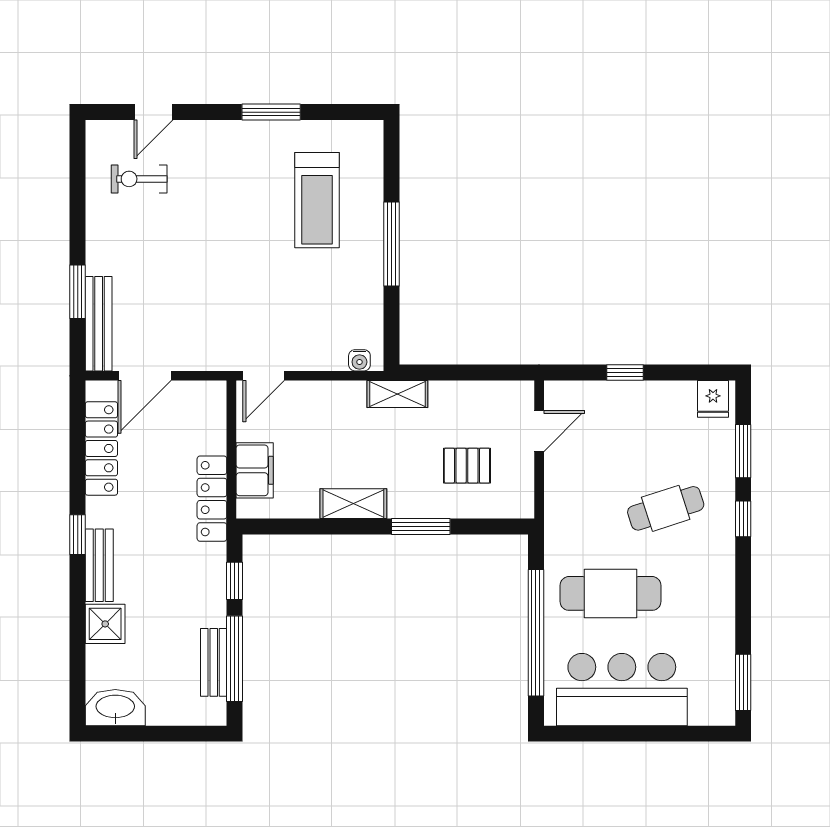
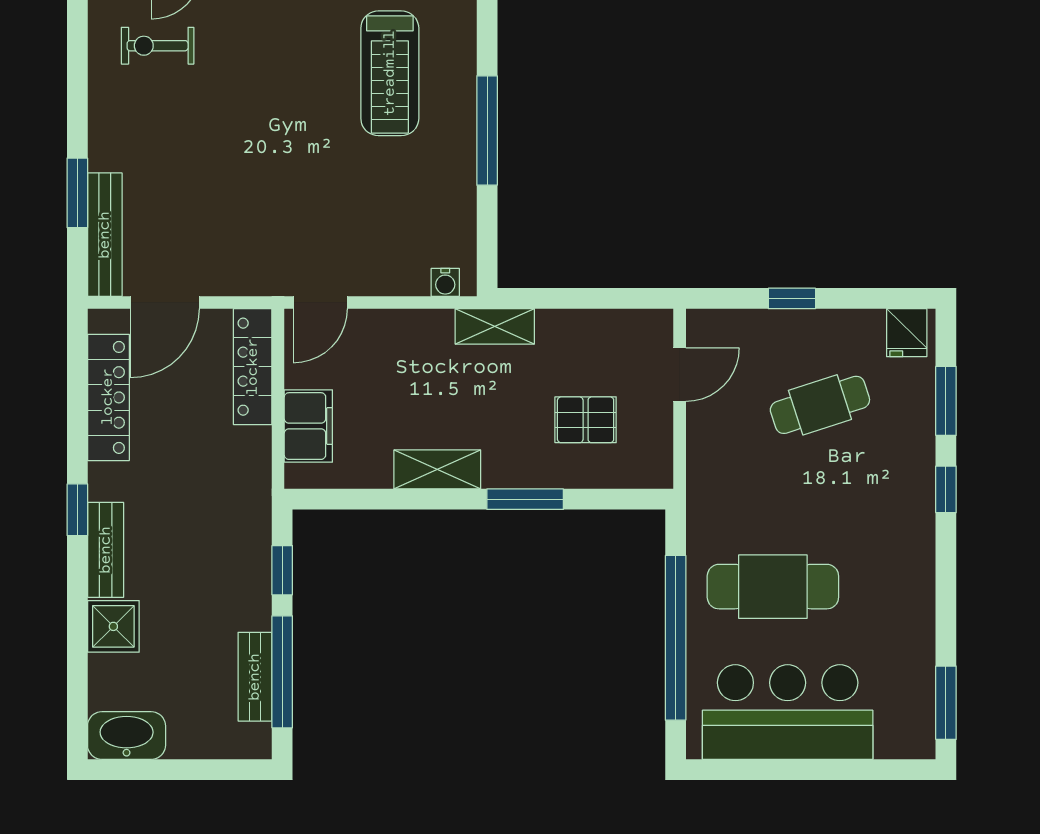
locker: (212, 499) -> (253, 367), moved
cafe table: (666, 508) -> (820, 405), moved

